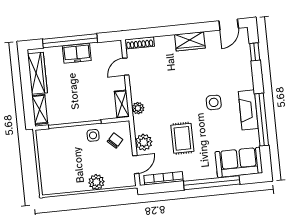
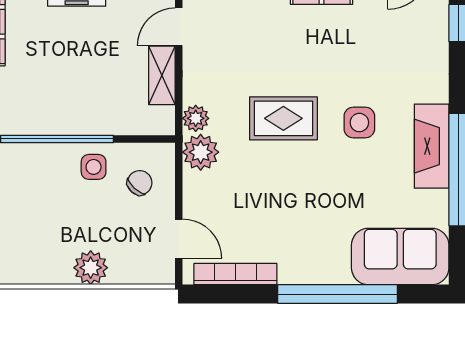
shelving: (122, 104) -> (162, 75), moved
rug: (182, 138) -> (283, 118), moved, turned 90
plant: (144, 142) -> (201, 152), moved
door: (136, 165) -> (179, 239), hinge flipped

